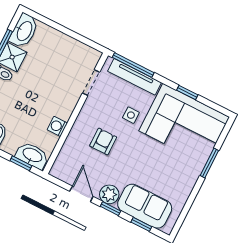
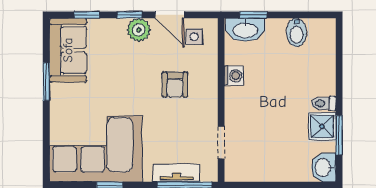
washbasin: (24, 31) -> (324, 168), width x0.72
tv unit: (134, 77) -> (177, 173), width x0.71
side table: (131, 115) -> (194, 37), moved
window: (209, 163) -> (46, 82), moved
sofa: (145, 206) -> (68, 50), moved, turned -90

